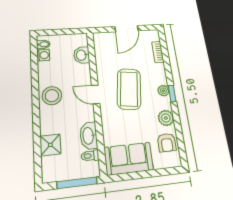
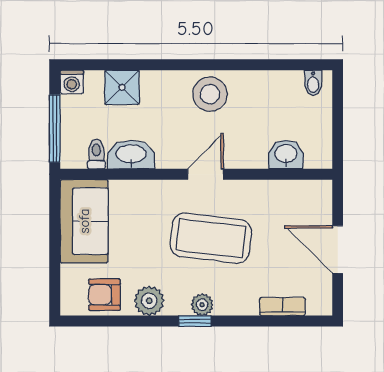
washing machine: (43, 55) -> (72, 82), moved

